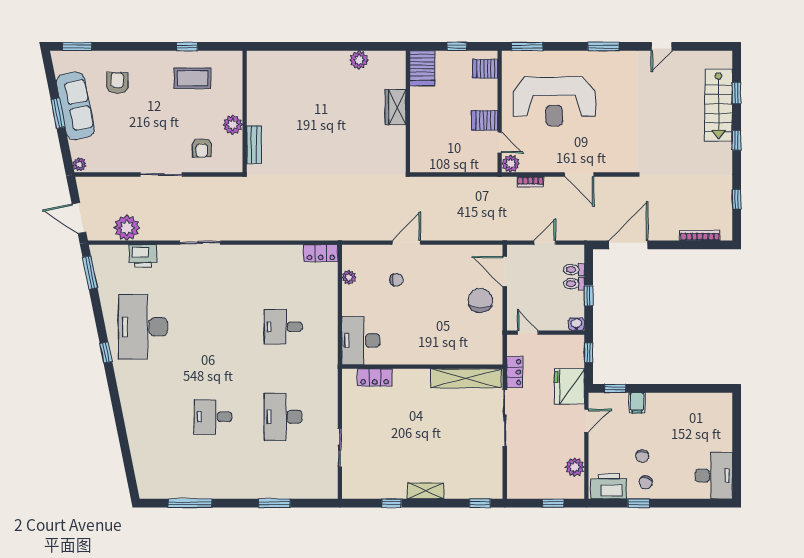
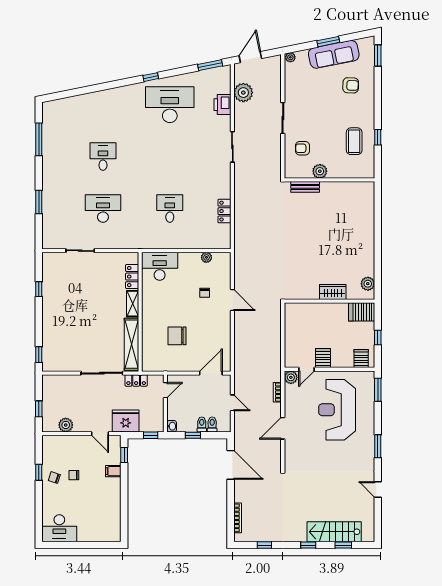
plant: (359, 60) -> (368, 284), moved
locker: (321, 253) -> (224, 211), moved
chair: (480, 300) -> (177, 336), moved, turned 180
printer: (609, 486) -> (51, 450), removed
shelving: (426, 491) -> (133, 304), moved

